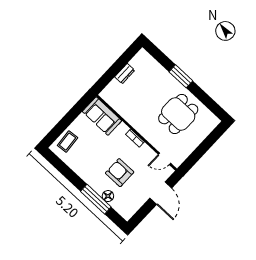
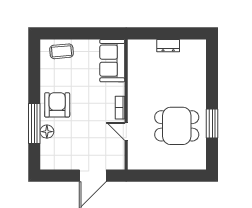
window: (181, 76) -> (212, 123), moved
door: (164, 159) -> (126, 131), moved
armchair: (120, 173) -> (57, 105), moved

